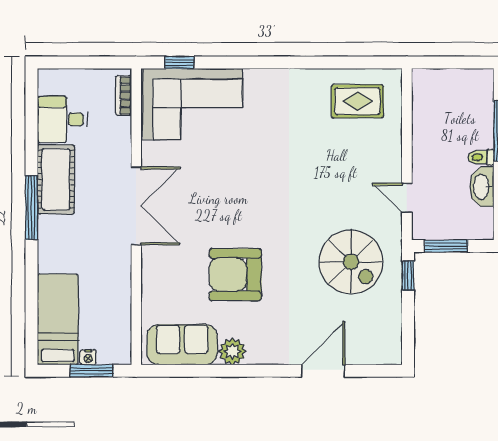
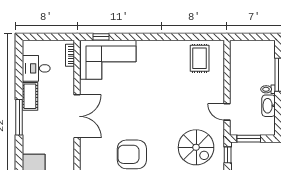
rug: (357, 101) -> (200, 58), turned 90
cot: (56, 179) -> (30, 96), width x0.73, depth x0.75

